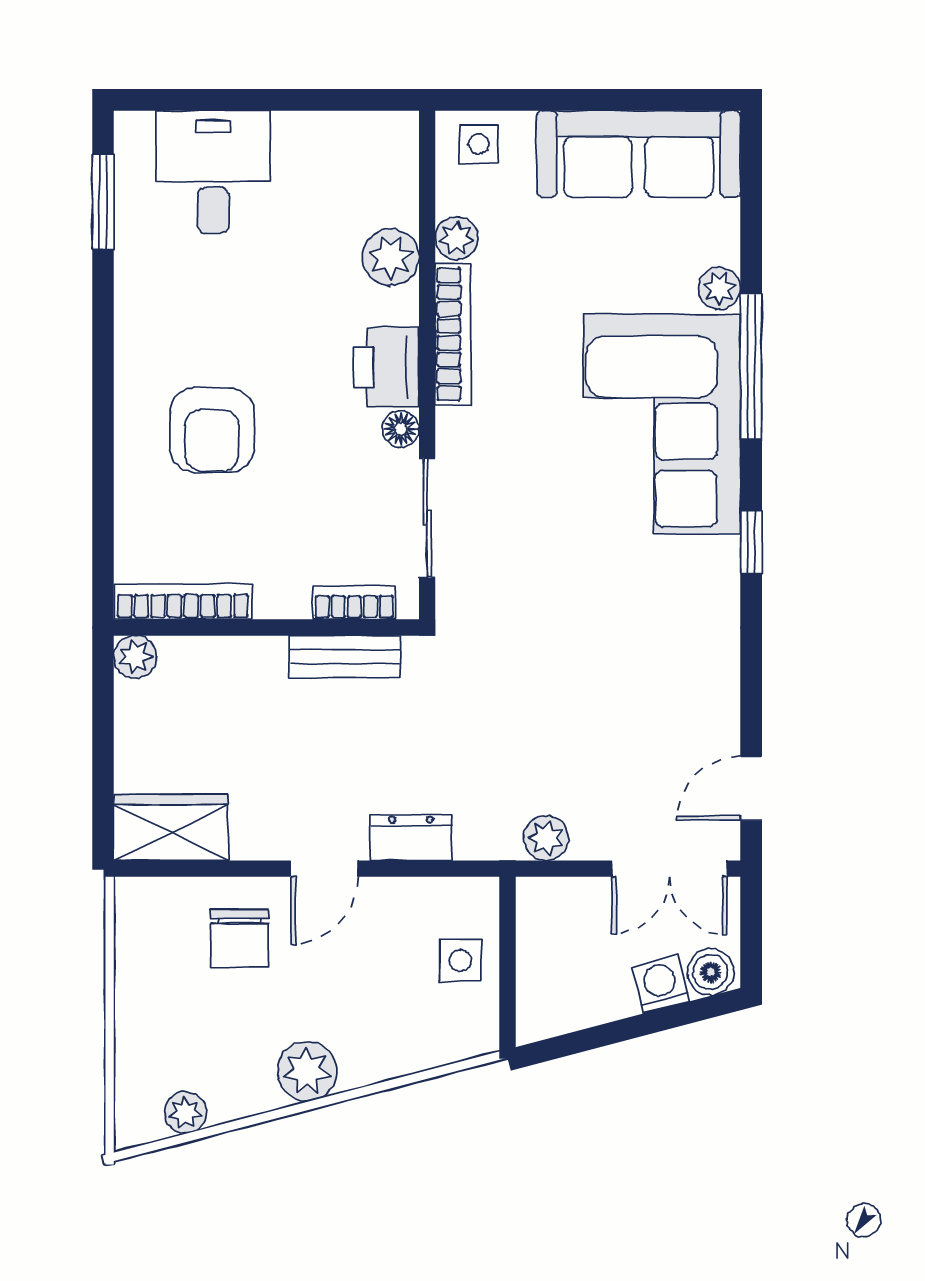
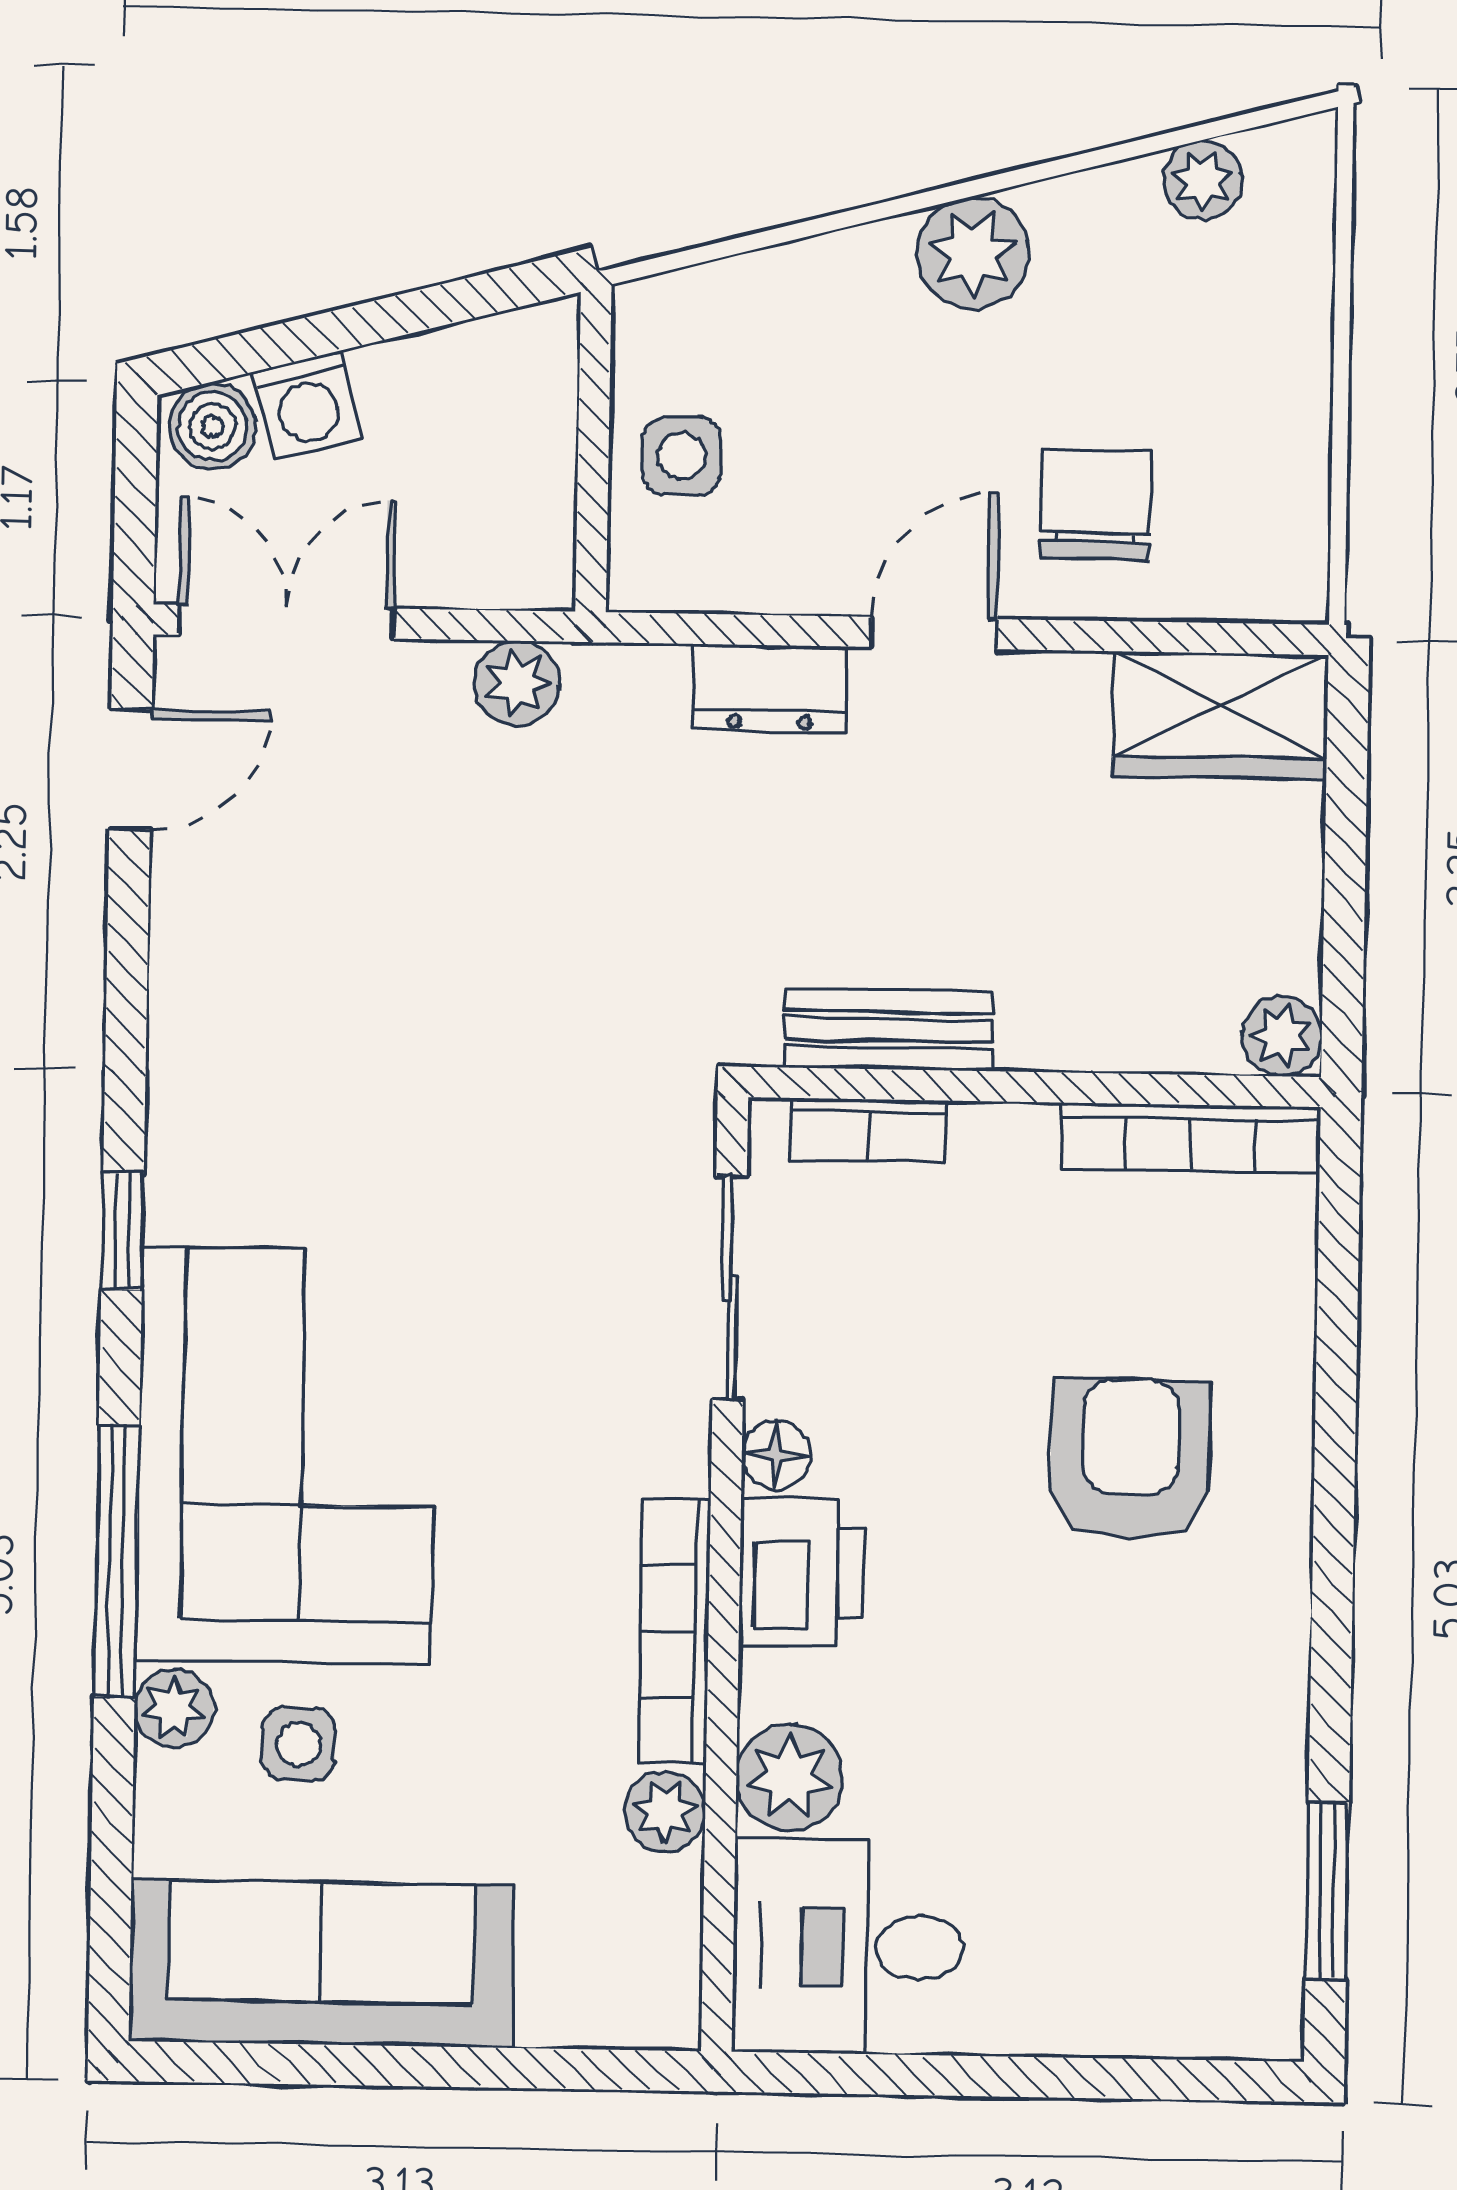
side table: (479, 144) -> (298, 1744), moved
desk: (213, 172) -> (849, 1947), moved, turned 90

